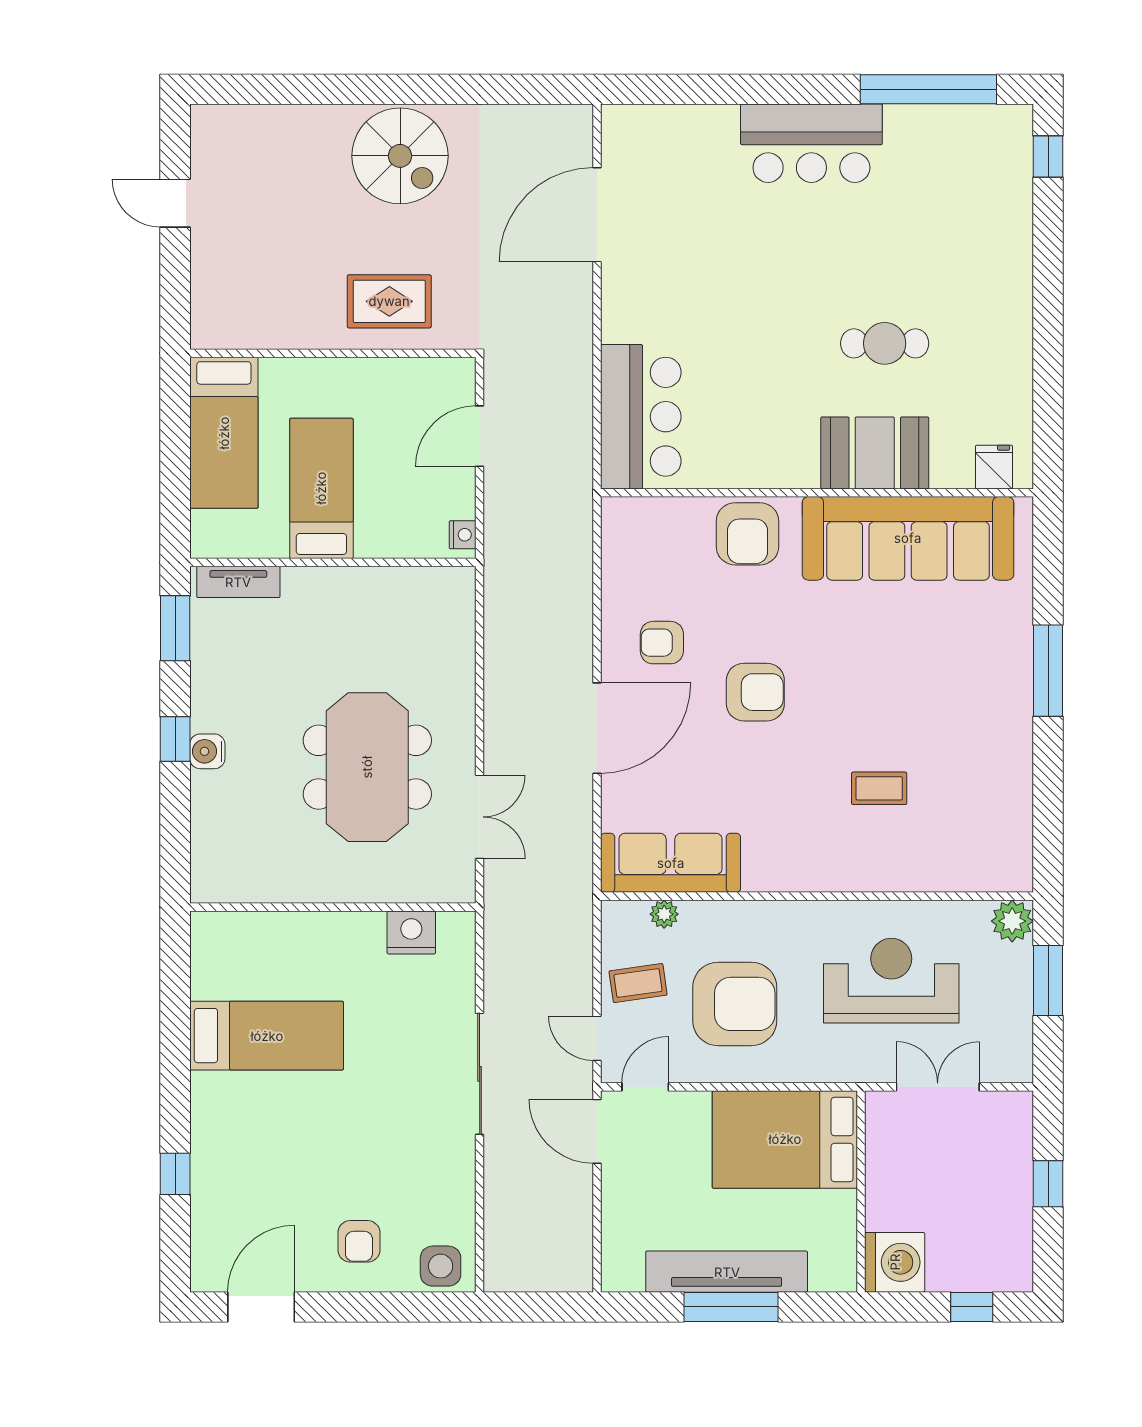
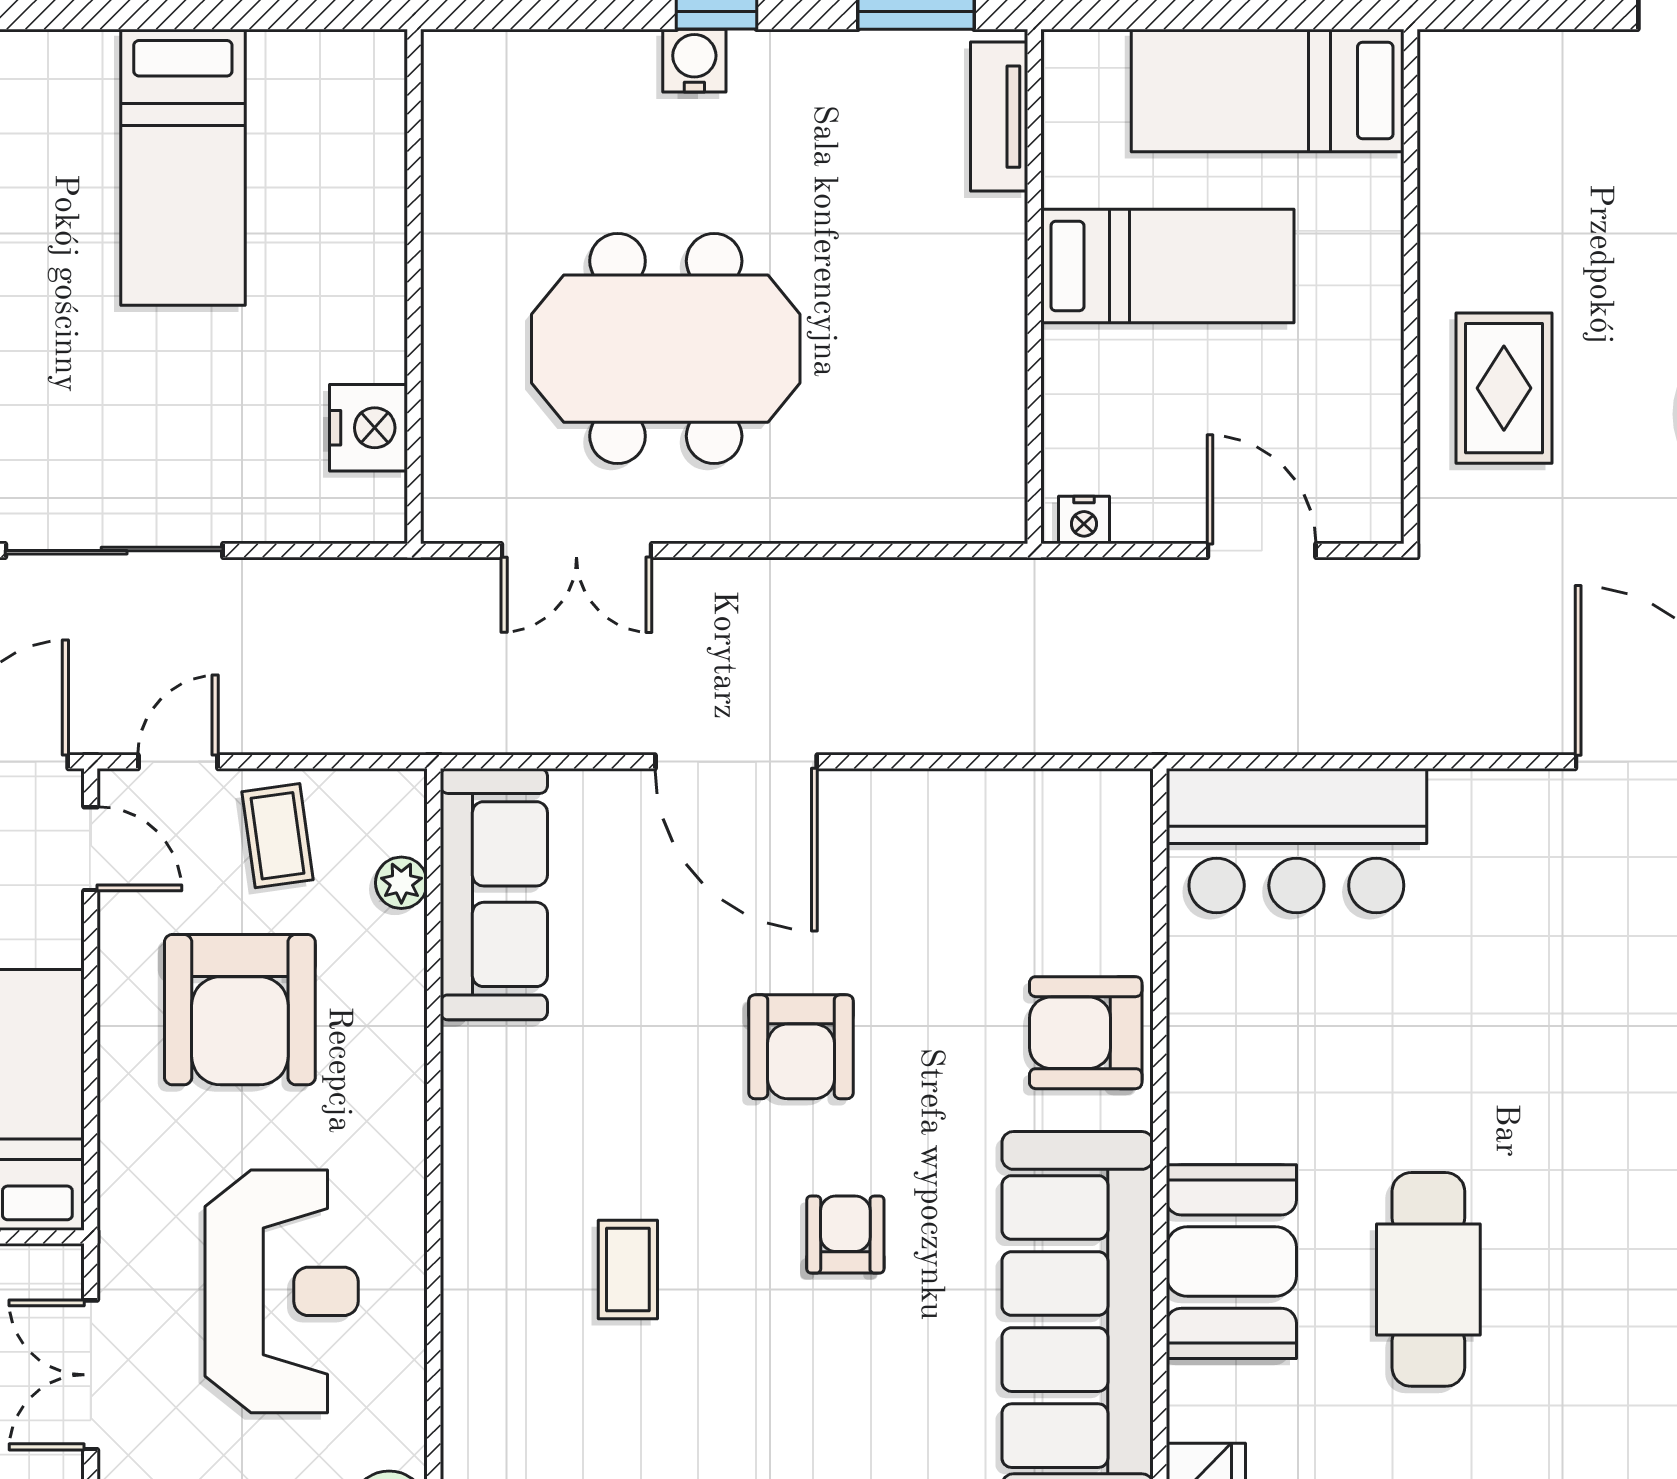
cafe table: (885, 343) -> (1428, 1279), width x1.37, depth x1.35
armchair: (662, 643) -> (845, 1235), moved
double door: (938, 1087) -> (91, 1375), swing flipped

